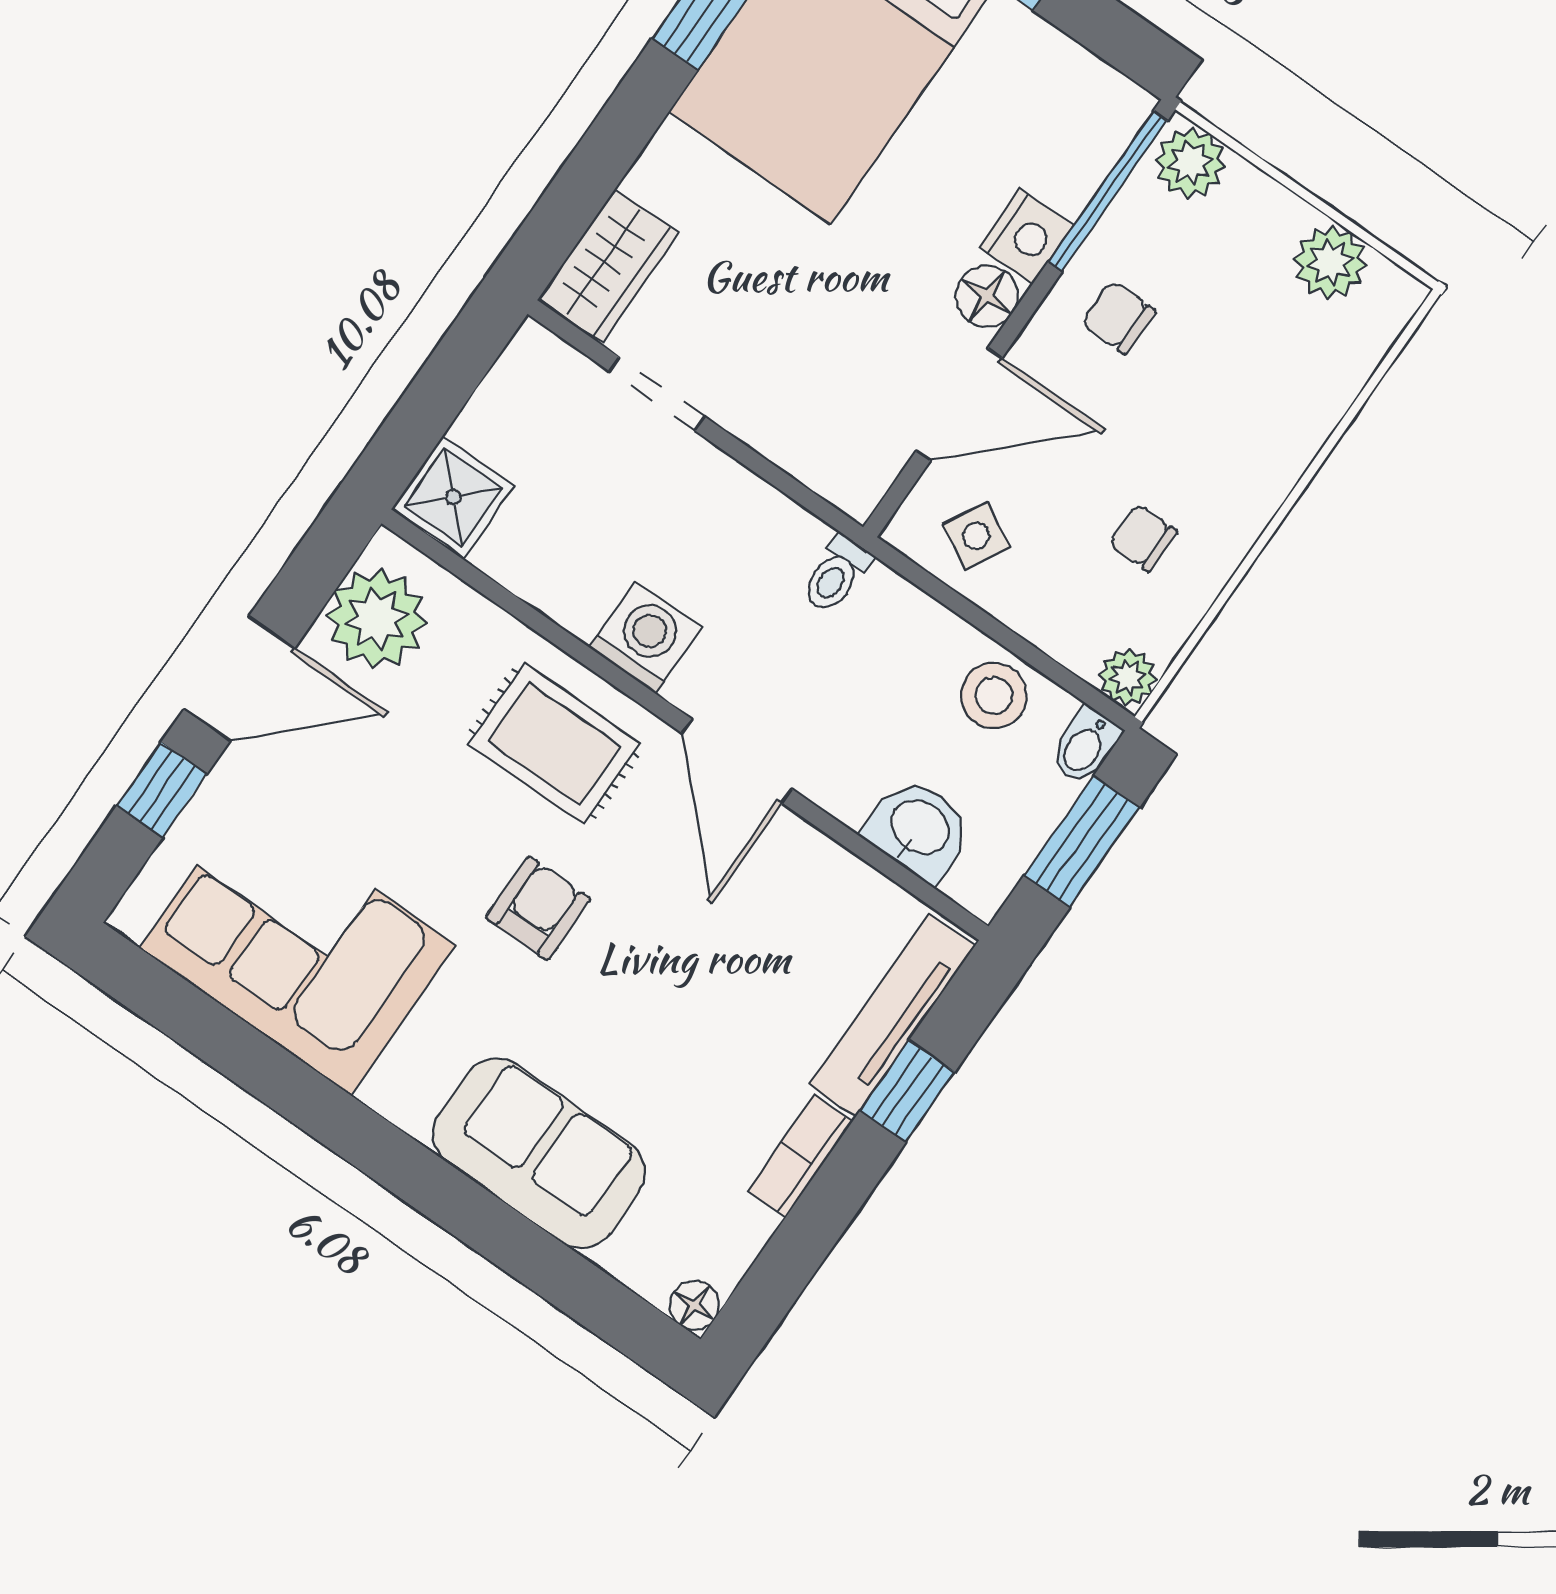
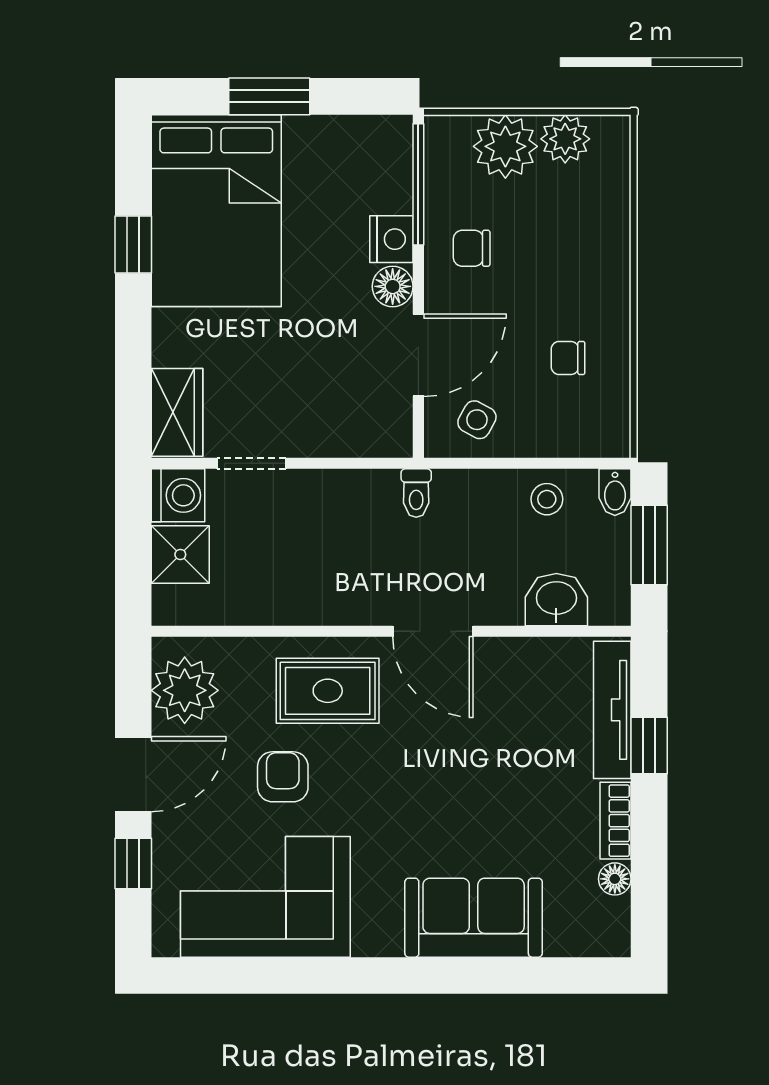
plant: (1190, 163) -> (505, 146), moved, width x1.36, depth x1.36
shower: (453, 497) -> (180, 555), moved
washing machine: (645, 638) -> (178, 495), moved, turned 90
plant: (1128, 677) -> (612, 439), removed
stool: (994, 695) -> (547, 499), width x0.73, depth x0.73
armchair: (538, 908) -> (283, 777), moved
floor lamp: (694, 1305) -> (615, 879), moved

